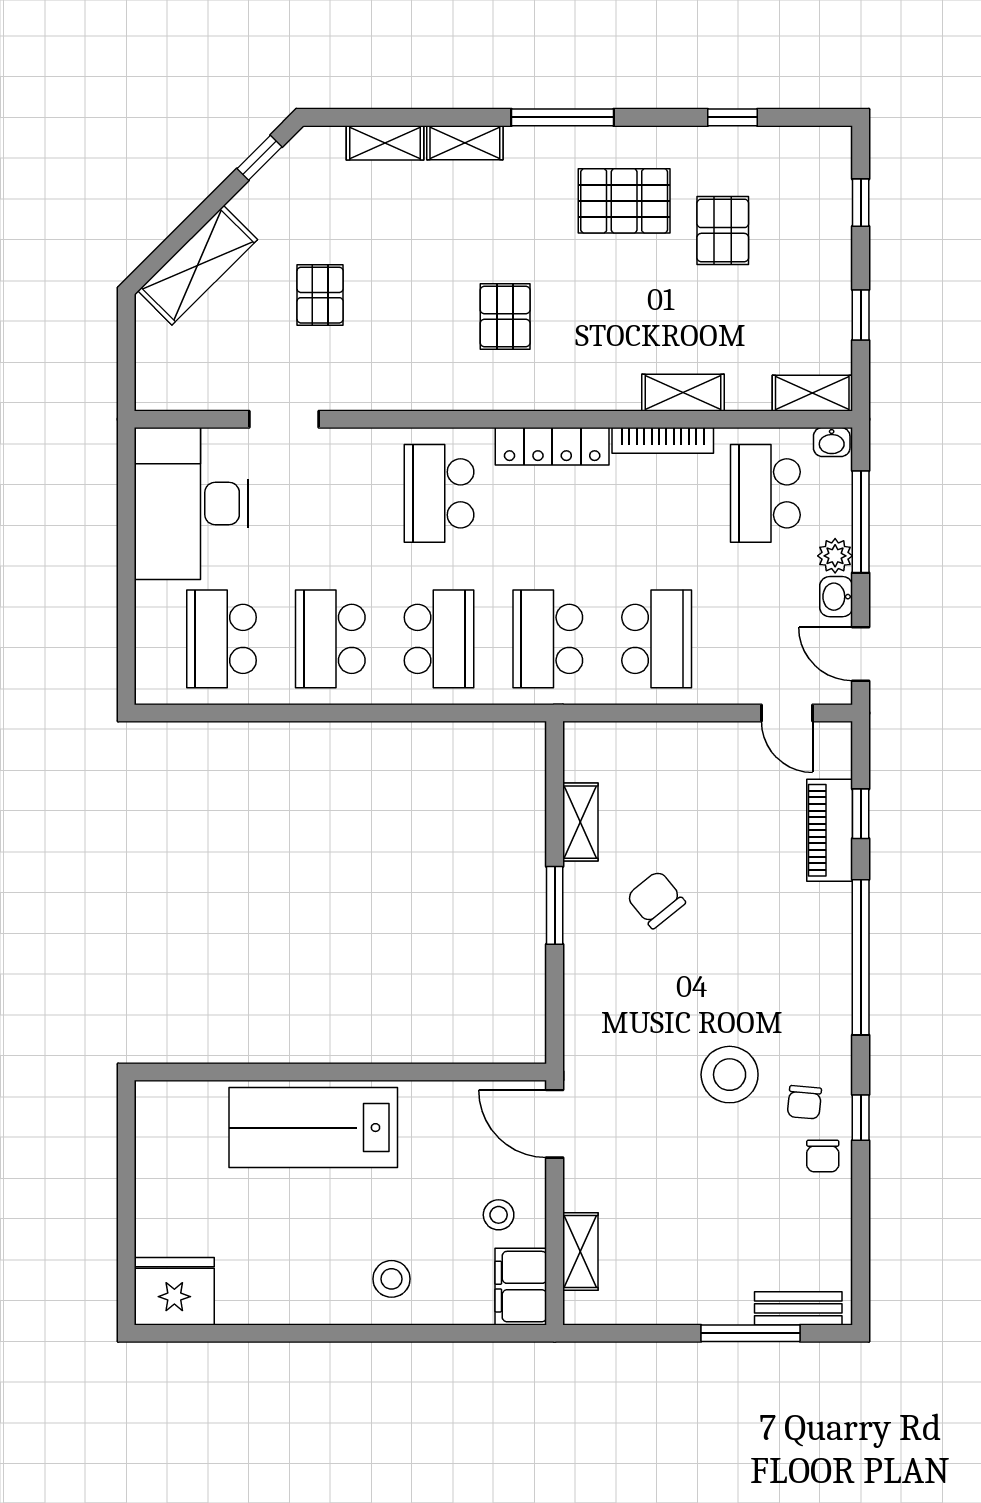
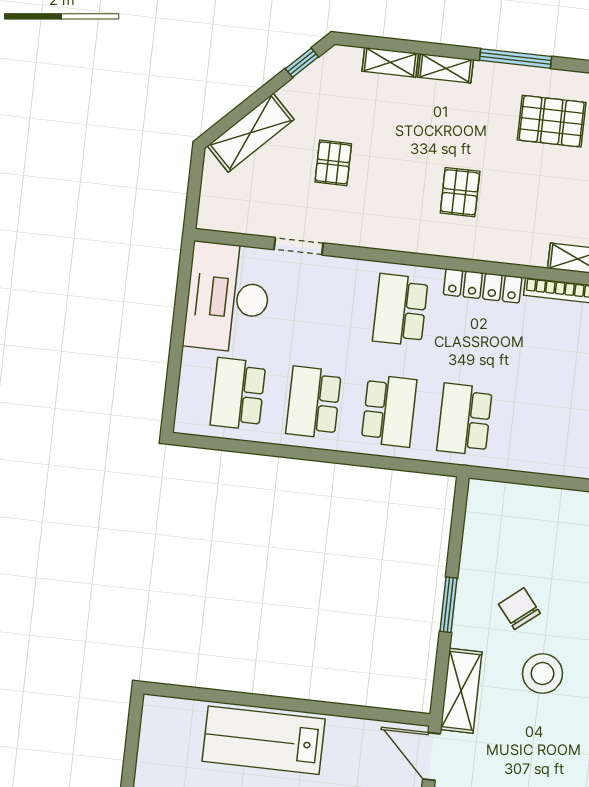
school desk: (657, 639) -> (540, 428), removed
shelving: (580, 822) -> (461, 691), moved, width x1.50, depth x1.33
stool: (730, 1075) -> (542, 674), moved

